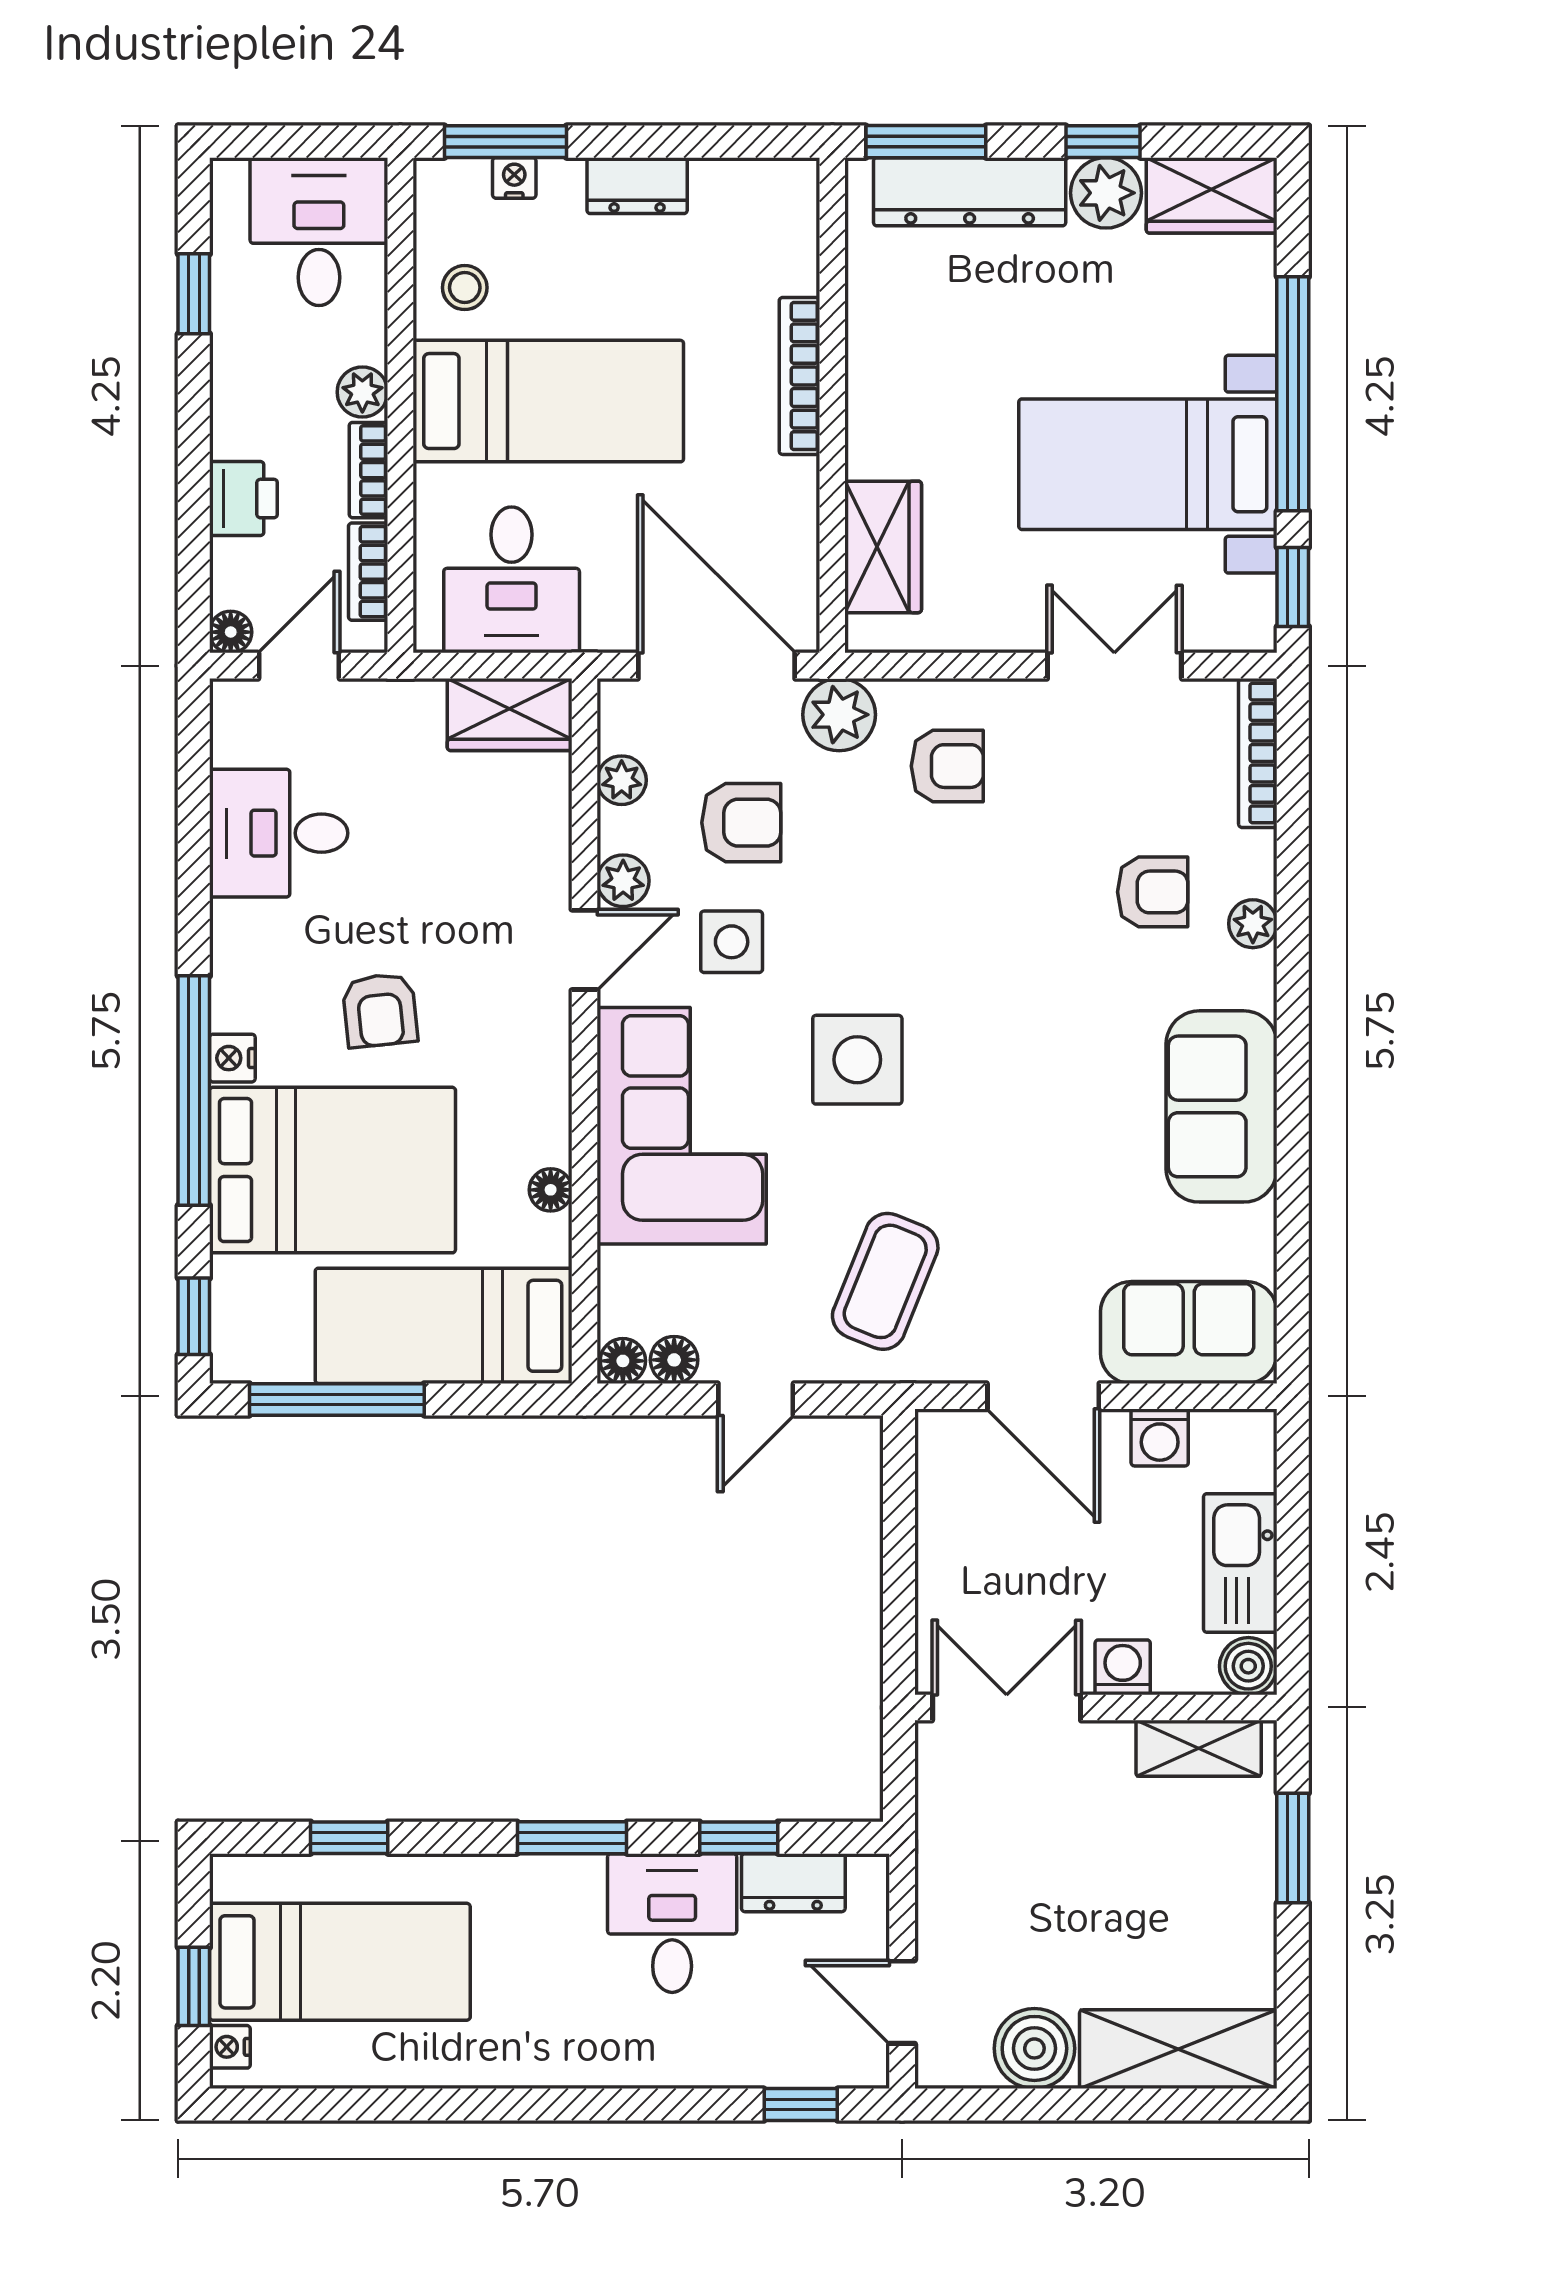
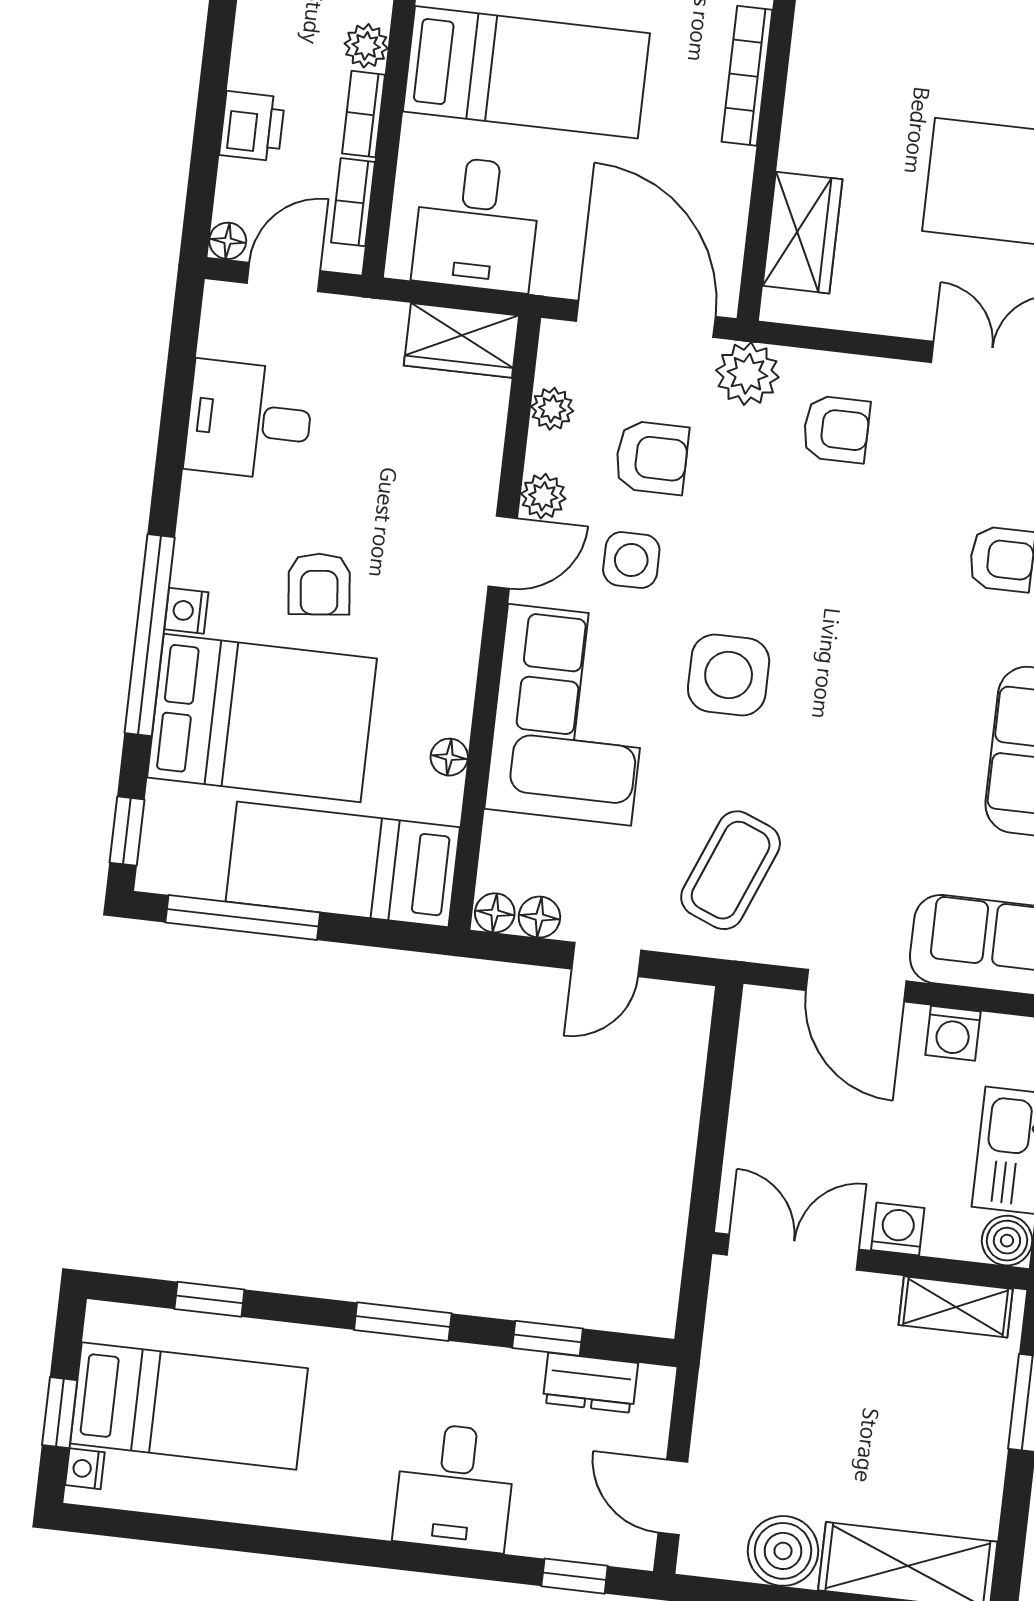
desk: (672, 1923) -> (455, 1487), moved, turned 180

